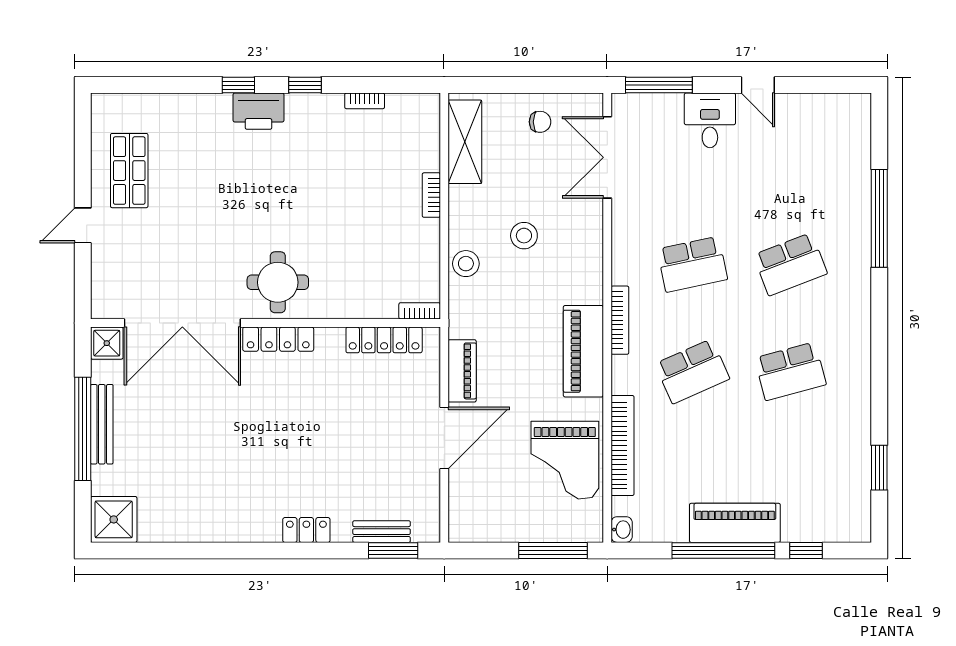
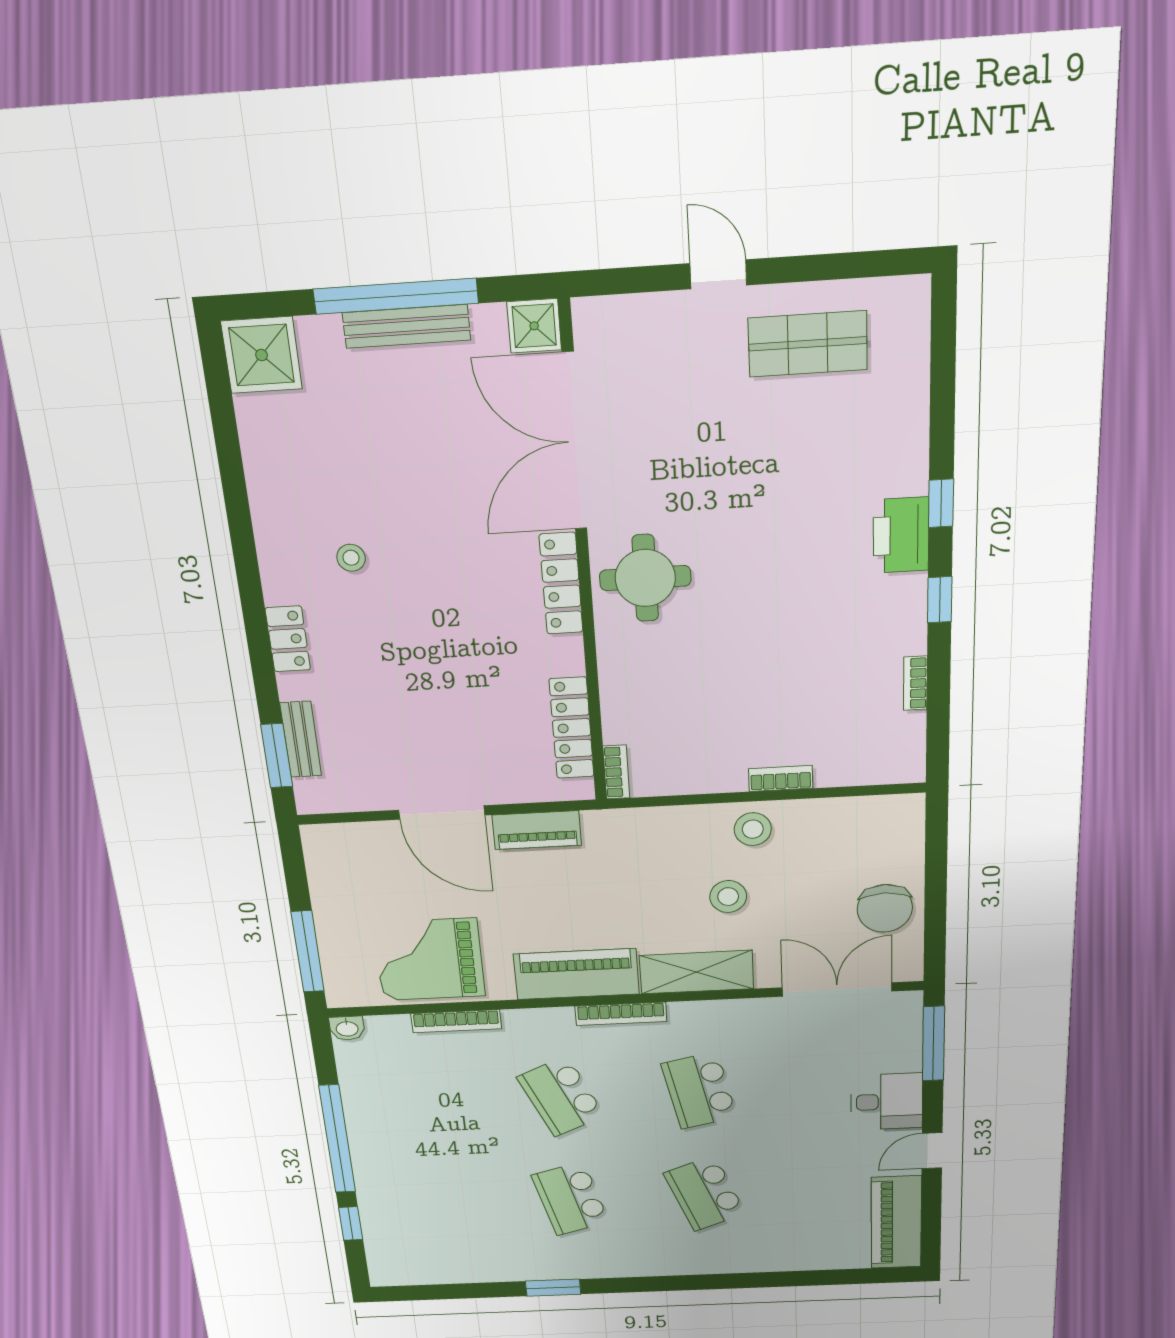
chair: (540, 122) -> (885, 908), width x1.87, depth x1.87
shelving: (465, 142) -> (697, 972), moved
window: (879, 218) -> (765, 1280), removed
stool: (466, 264) -> (753, 829), moved
bookcase: (623, 446) -> (456, 1021), width x0.68, depth x0.76
window: (879, 468) -> (553, 1288), moved
stool: (251, 479) -> (351, 558), added
piano: (735, 523) -> (896, 1222), moved, turned 180

